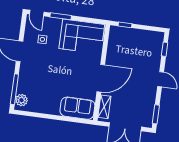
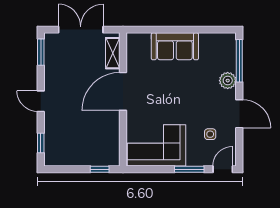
door: (37, 13) -> (223, 169), hinge flipped
plant: (21, 100) -> (228, 81), moved
sofa: (77, 108) -> (175, 46), moved

